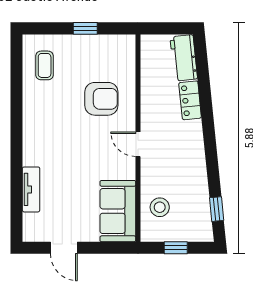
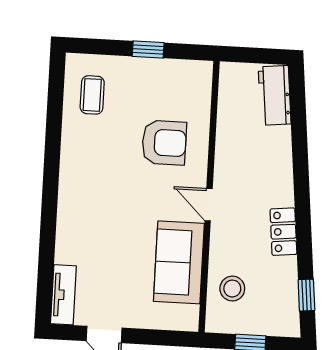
locker: (190, 100) -> (283, 232), moved
tv unit: (31, 189) -> (63, 295), moved
sofa: (118, 211) -> (179, 262), moved

